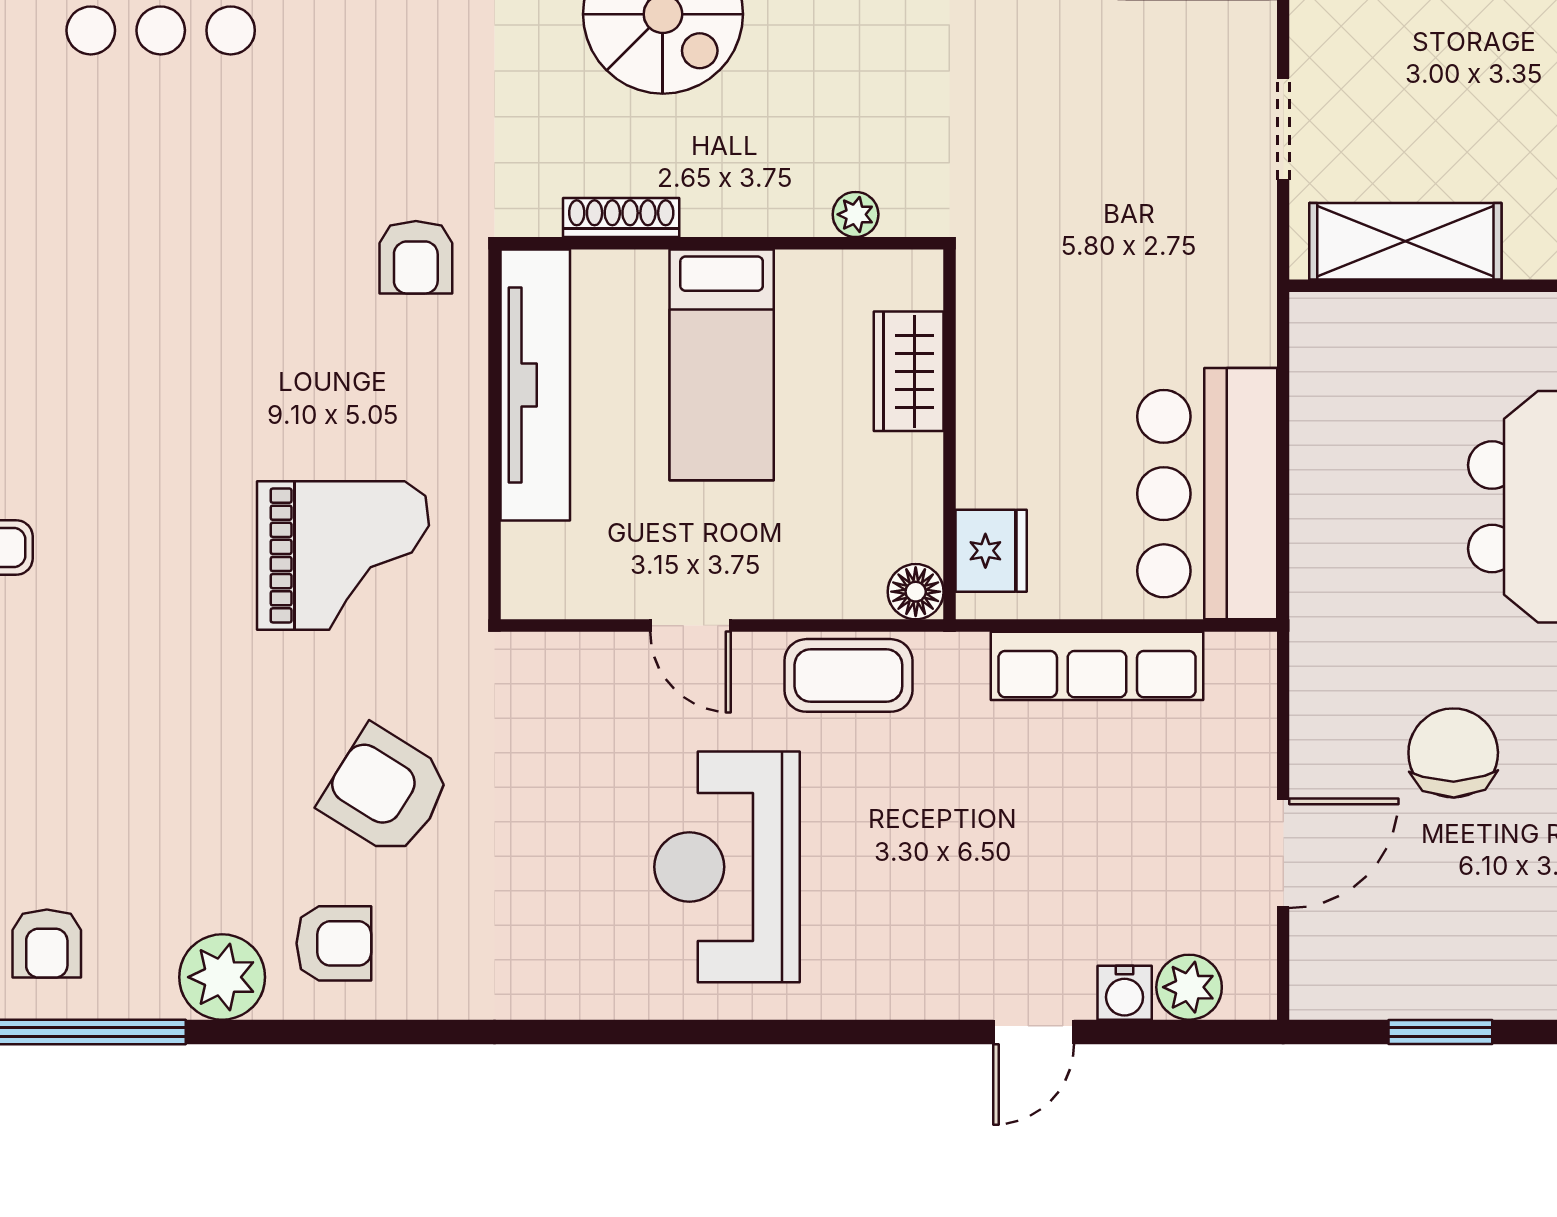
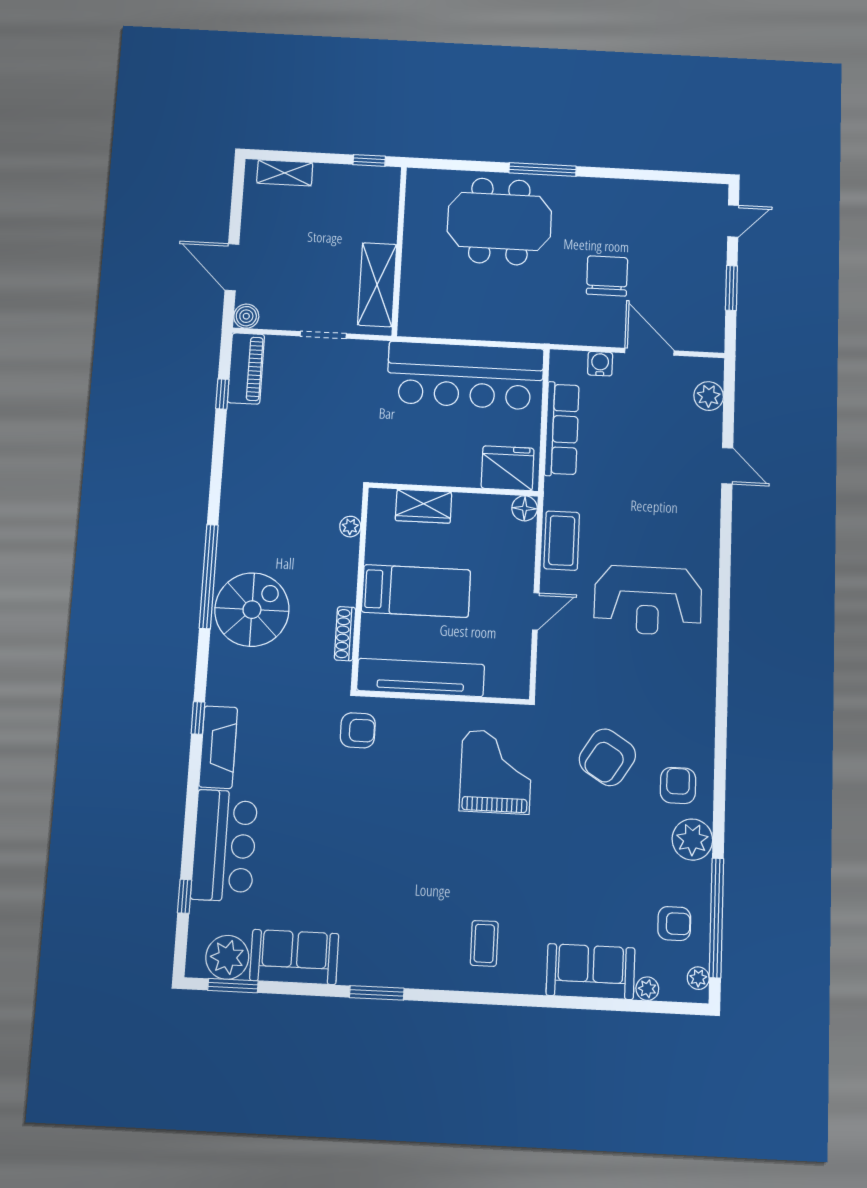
bar counter: (1207, 494) -> (465, 376), width x1.36
fridge: (991, 551) -> (508, 468), width x1.36, depth x1.34
chair: (1453, 753) -> (607, 276), turned 91
water cooler: (1125, 993) -> (600, 364), moved, turned -90

